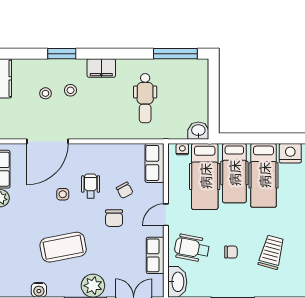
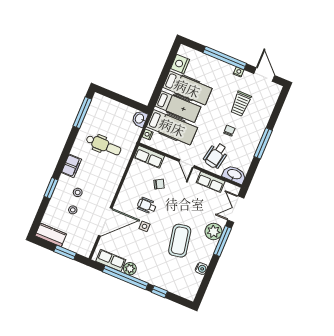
door: (47, 141) -> (105, 222), hinge flipped
chair: (114, 218) -> (175, 199), removed
trolley: (272, 252) -> (241, 104), turned -105

